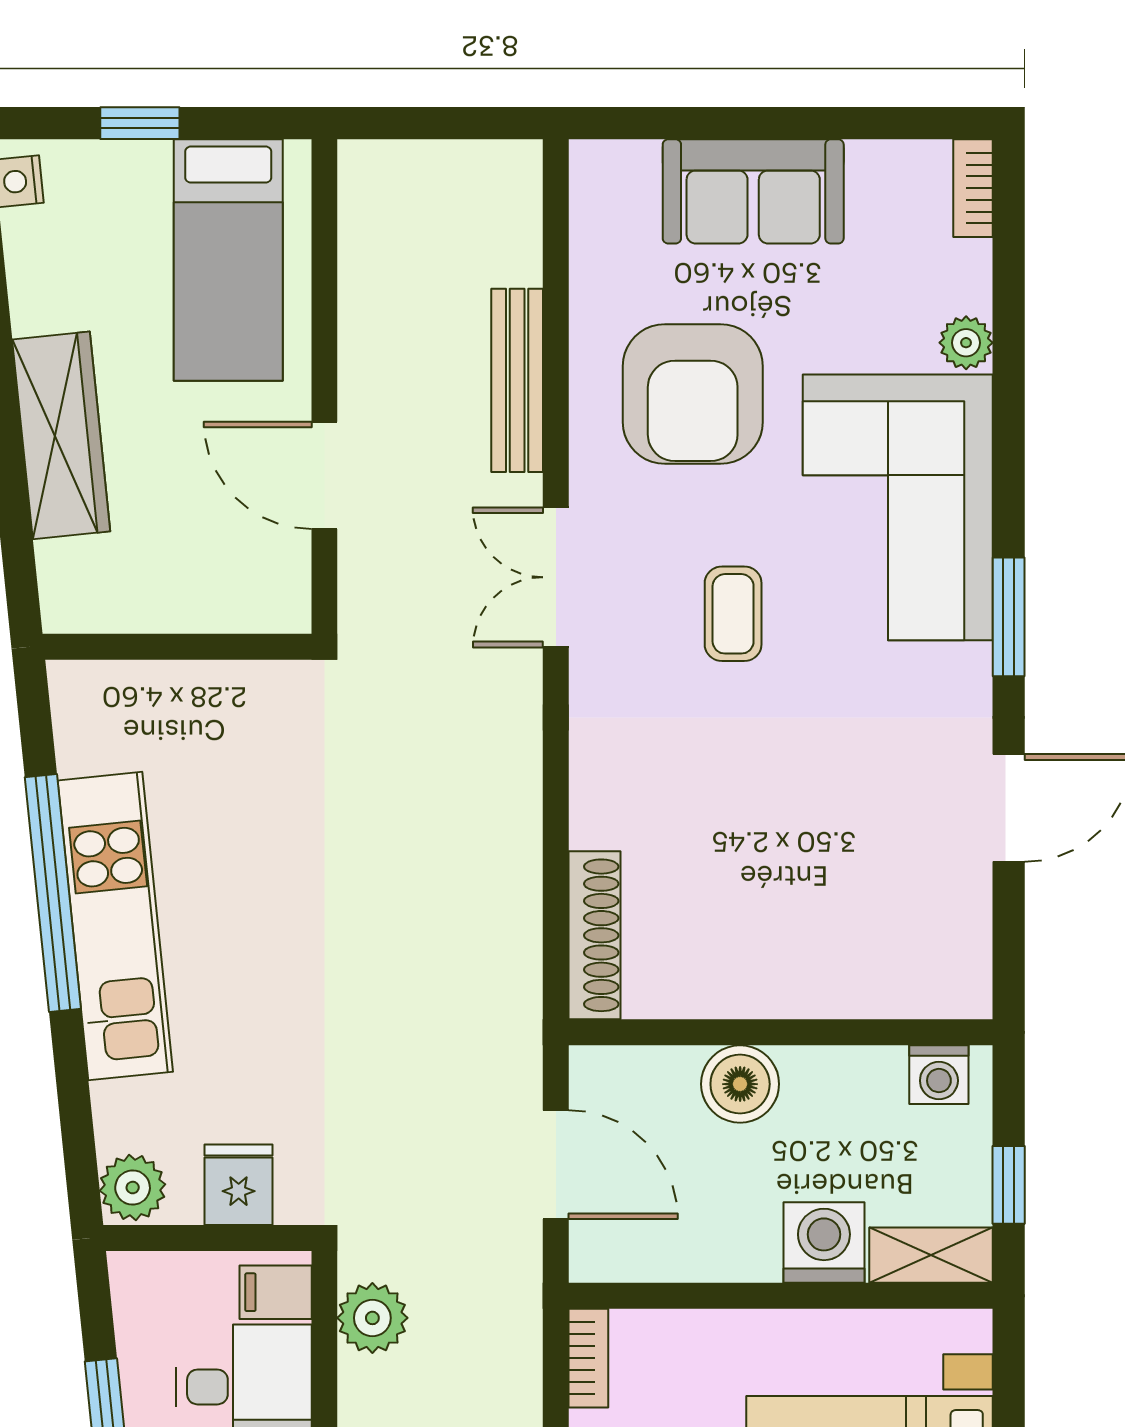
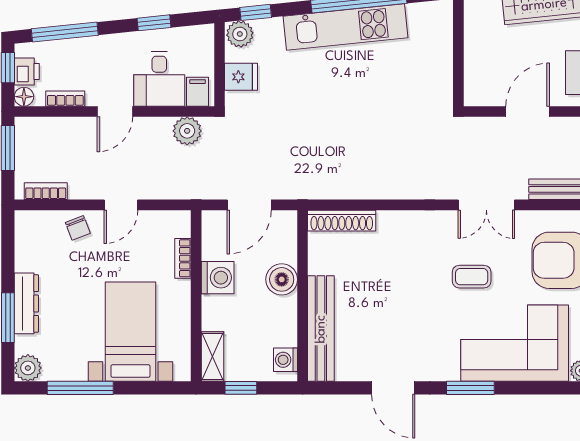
double door: (556, 577) -> (486, 205), swing flipped
bench: (862, 987) -> (321, 329), added
window: (79, 1149) -> (256, 12), added
washing machine: (824, 1243) -> (218, 278), moved
bookcase: (588, 1358) -> (183, 258), moved, turned 90

